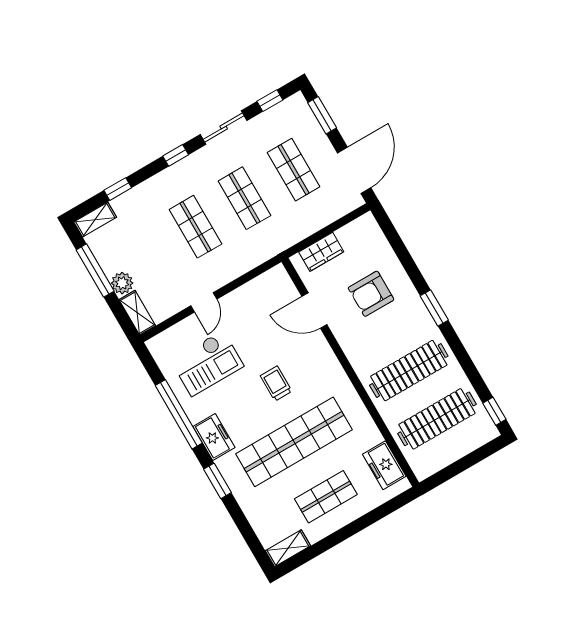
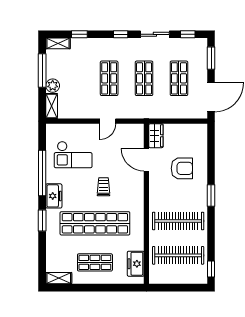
wardrobe: (321, 252) -> (156, 136), moved, turned -90
armchair: (371, 294) -> (182, 168), turned 180
door: (204, 302) -> (108, 121), moved

